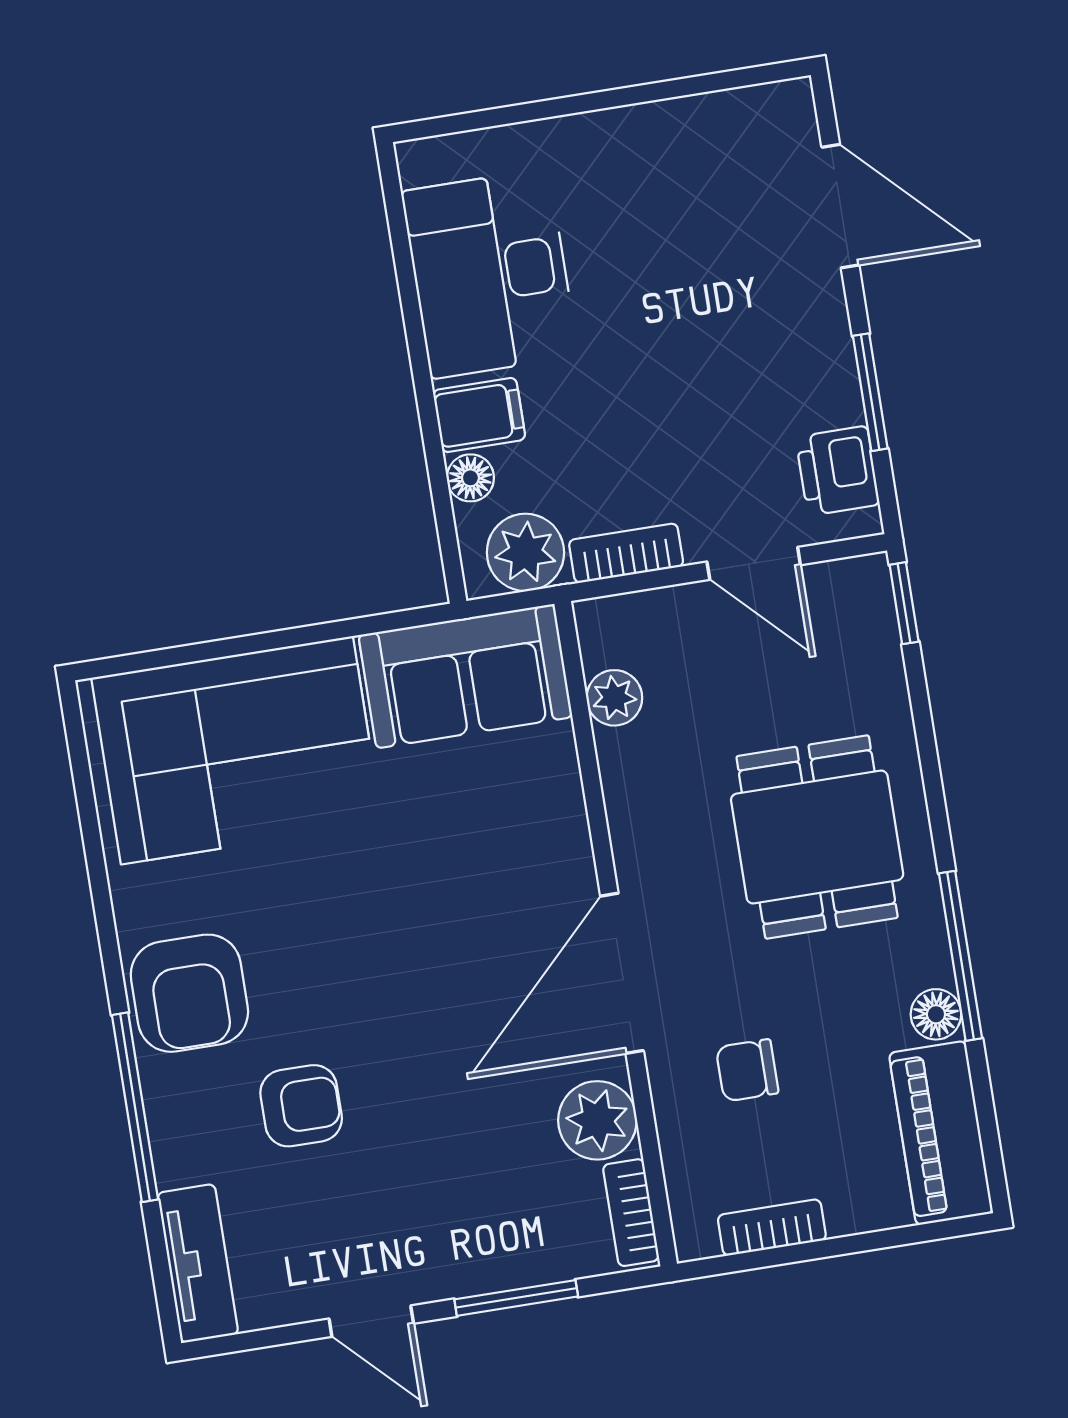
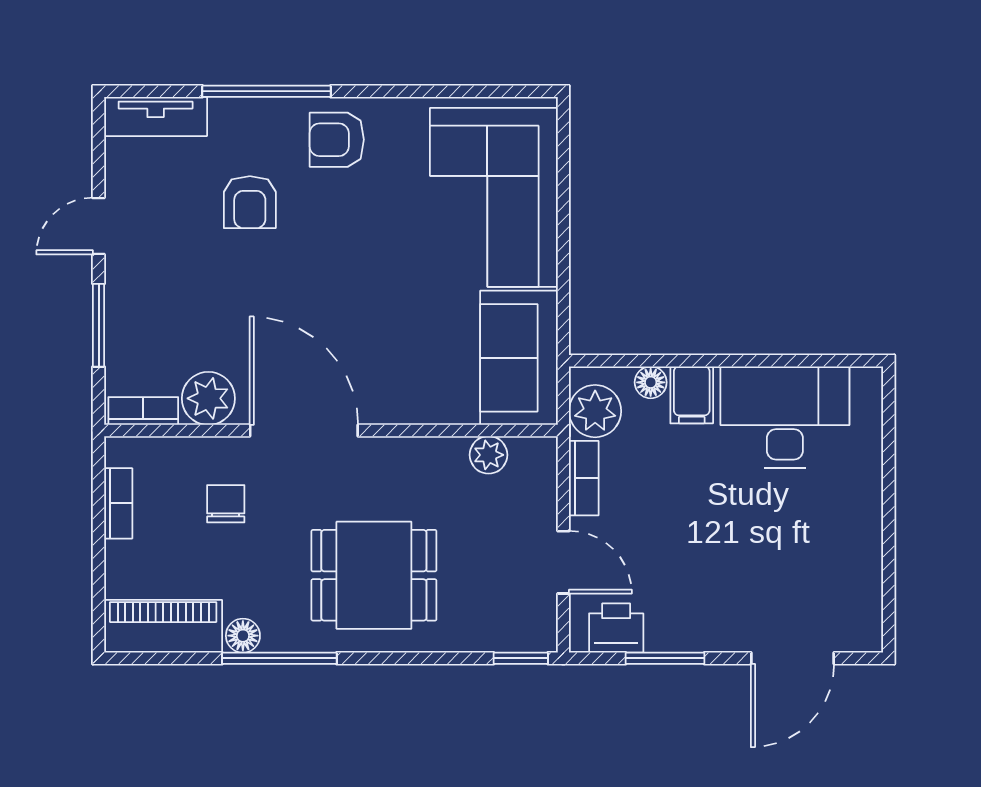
door: (754, 563) -> (563, 562), swing flipped
armchair: (189, 993) -> (337, 140), width x0.72, depth x0.72

